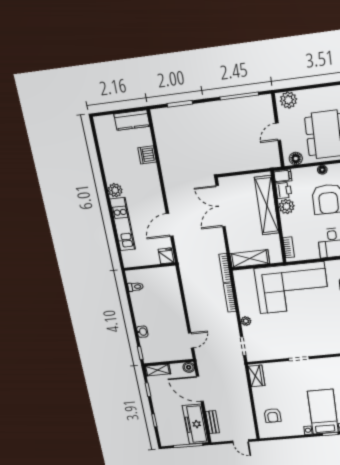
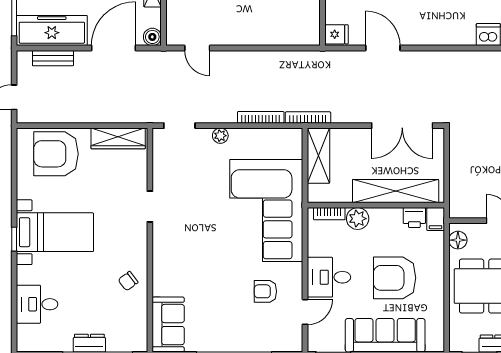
floor lamp: (322, 170) -> (438, 274), removed
double door: (221, 206) -> (402, 126), swing flipped
plant: (287, 206) -> (358, 219), moved
wardrobe: (256, 376) -> (118, 138), width x1.50
armchair: (273, 415) -> (56, 154), width x1.88, depth x1.88

